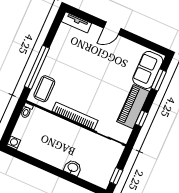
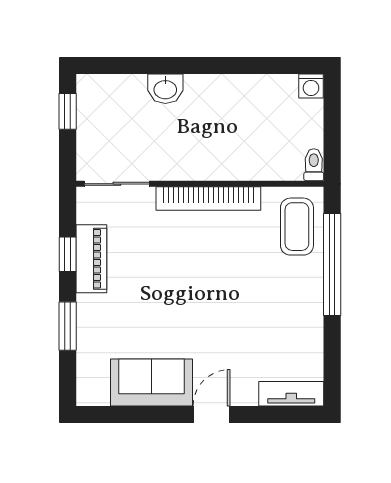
sofa: (148, 70) -> (152, 382), moved, turned -90
window: (159, 80) -> (68, 326), moved
piano: (133, 107) -> (91, 259), width x0.73, depth x0.75

